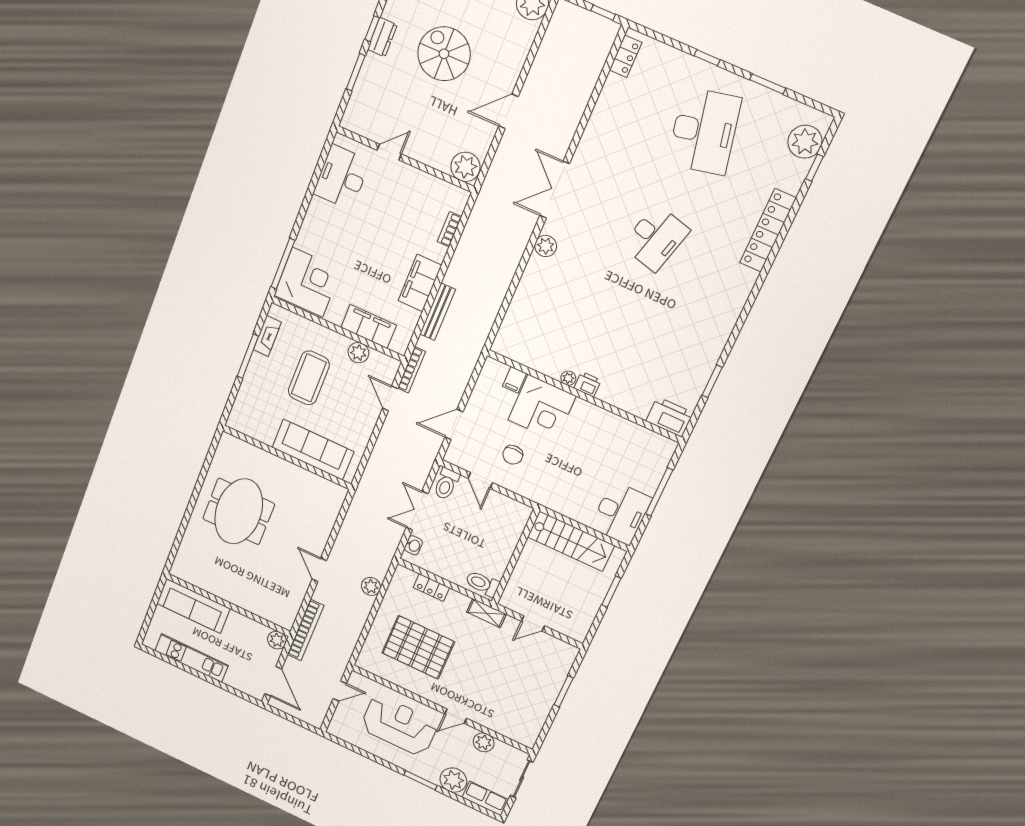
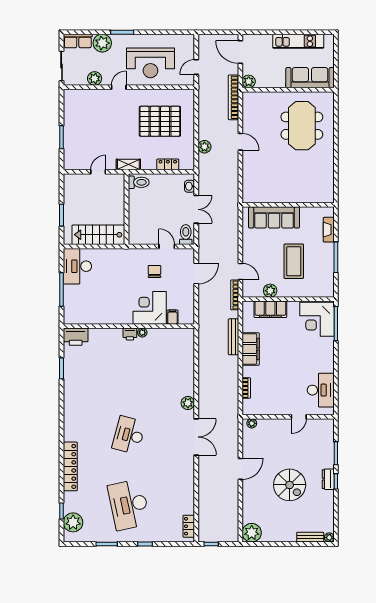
plant: (465, 167) -> (252, 423), width x0.53, depth x0.53
fireplace: (267, 336) -> (329, 230), moved
meeting table: (239, 511) -> (302, 126), moved

